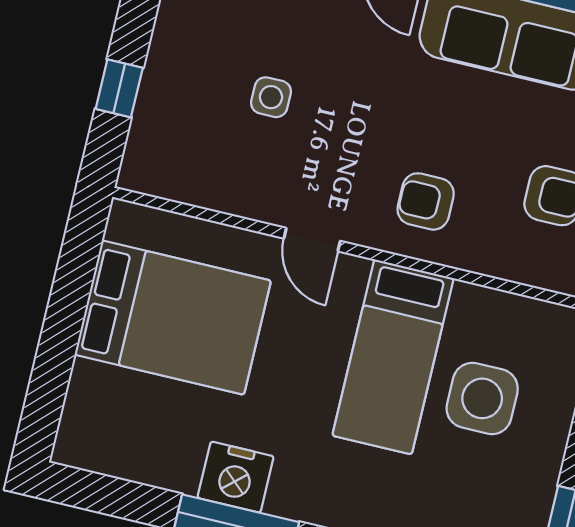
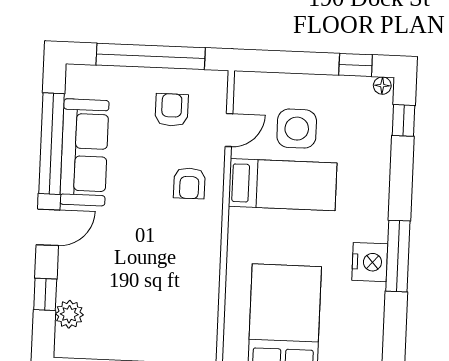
side table: (271, 97) -> (146, 284), removed
door: (312, 240) -> (229, 130), moved

